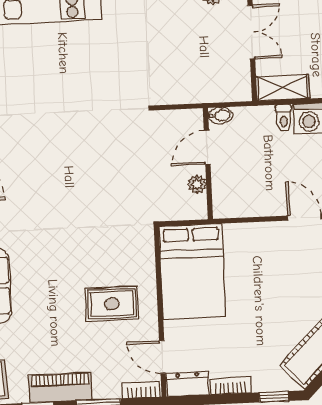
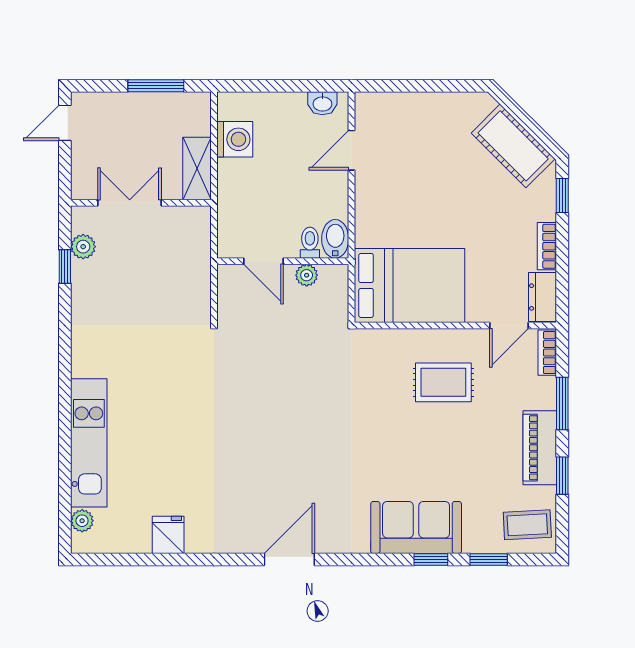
bidet: (220, 116) -> (335, 239), moved, width x1.38, depth x1.36
toilet: (284, 118) -> (310, 243), moved, turned -90
rug: (112, 304) -> (443, 382), turned 90

